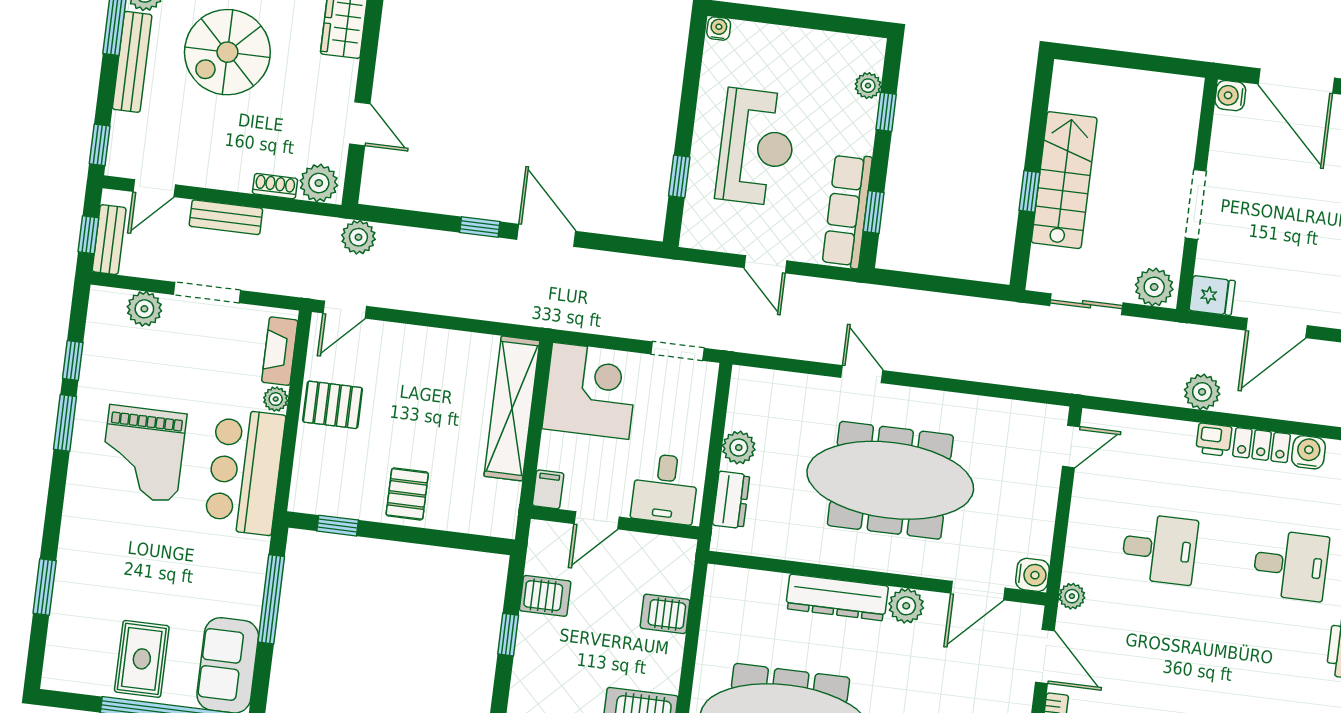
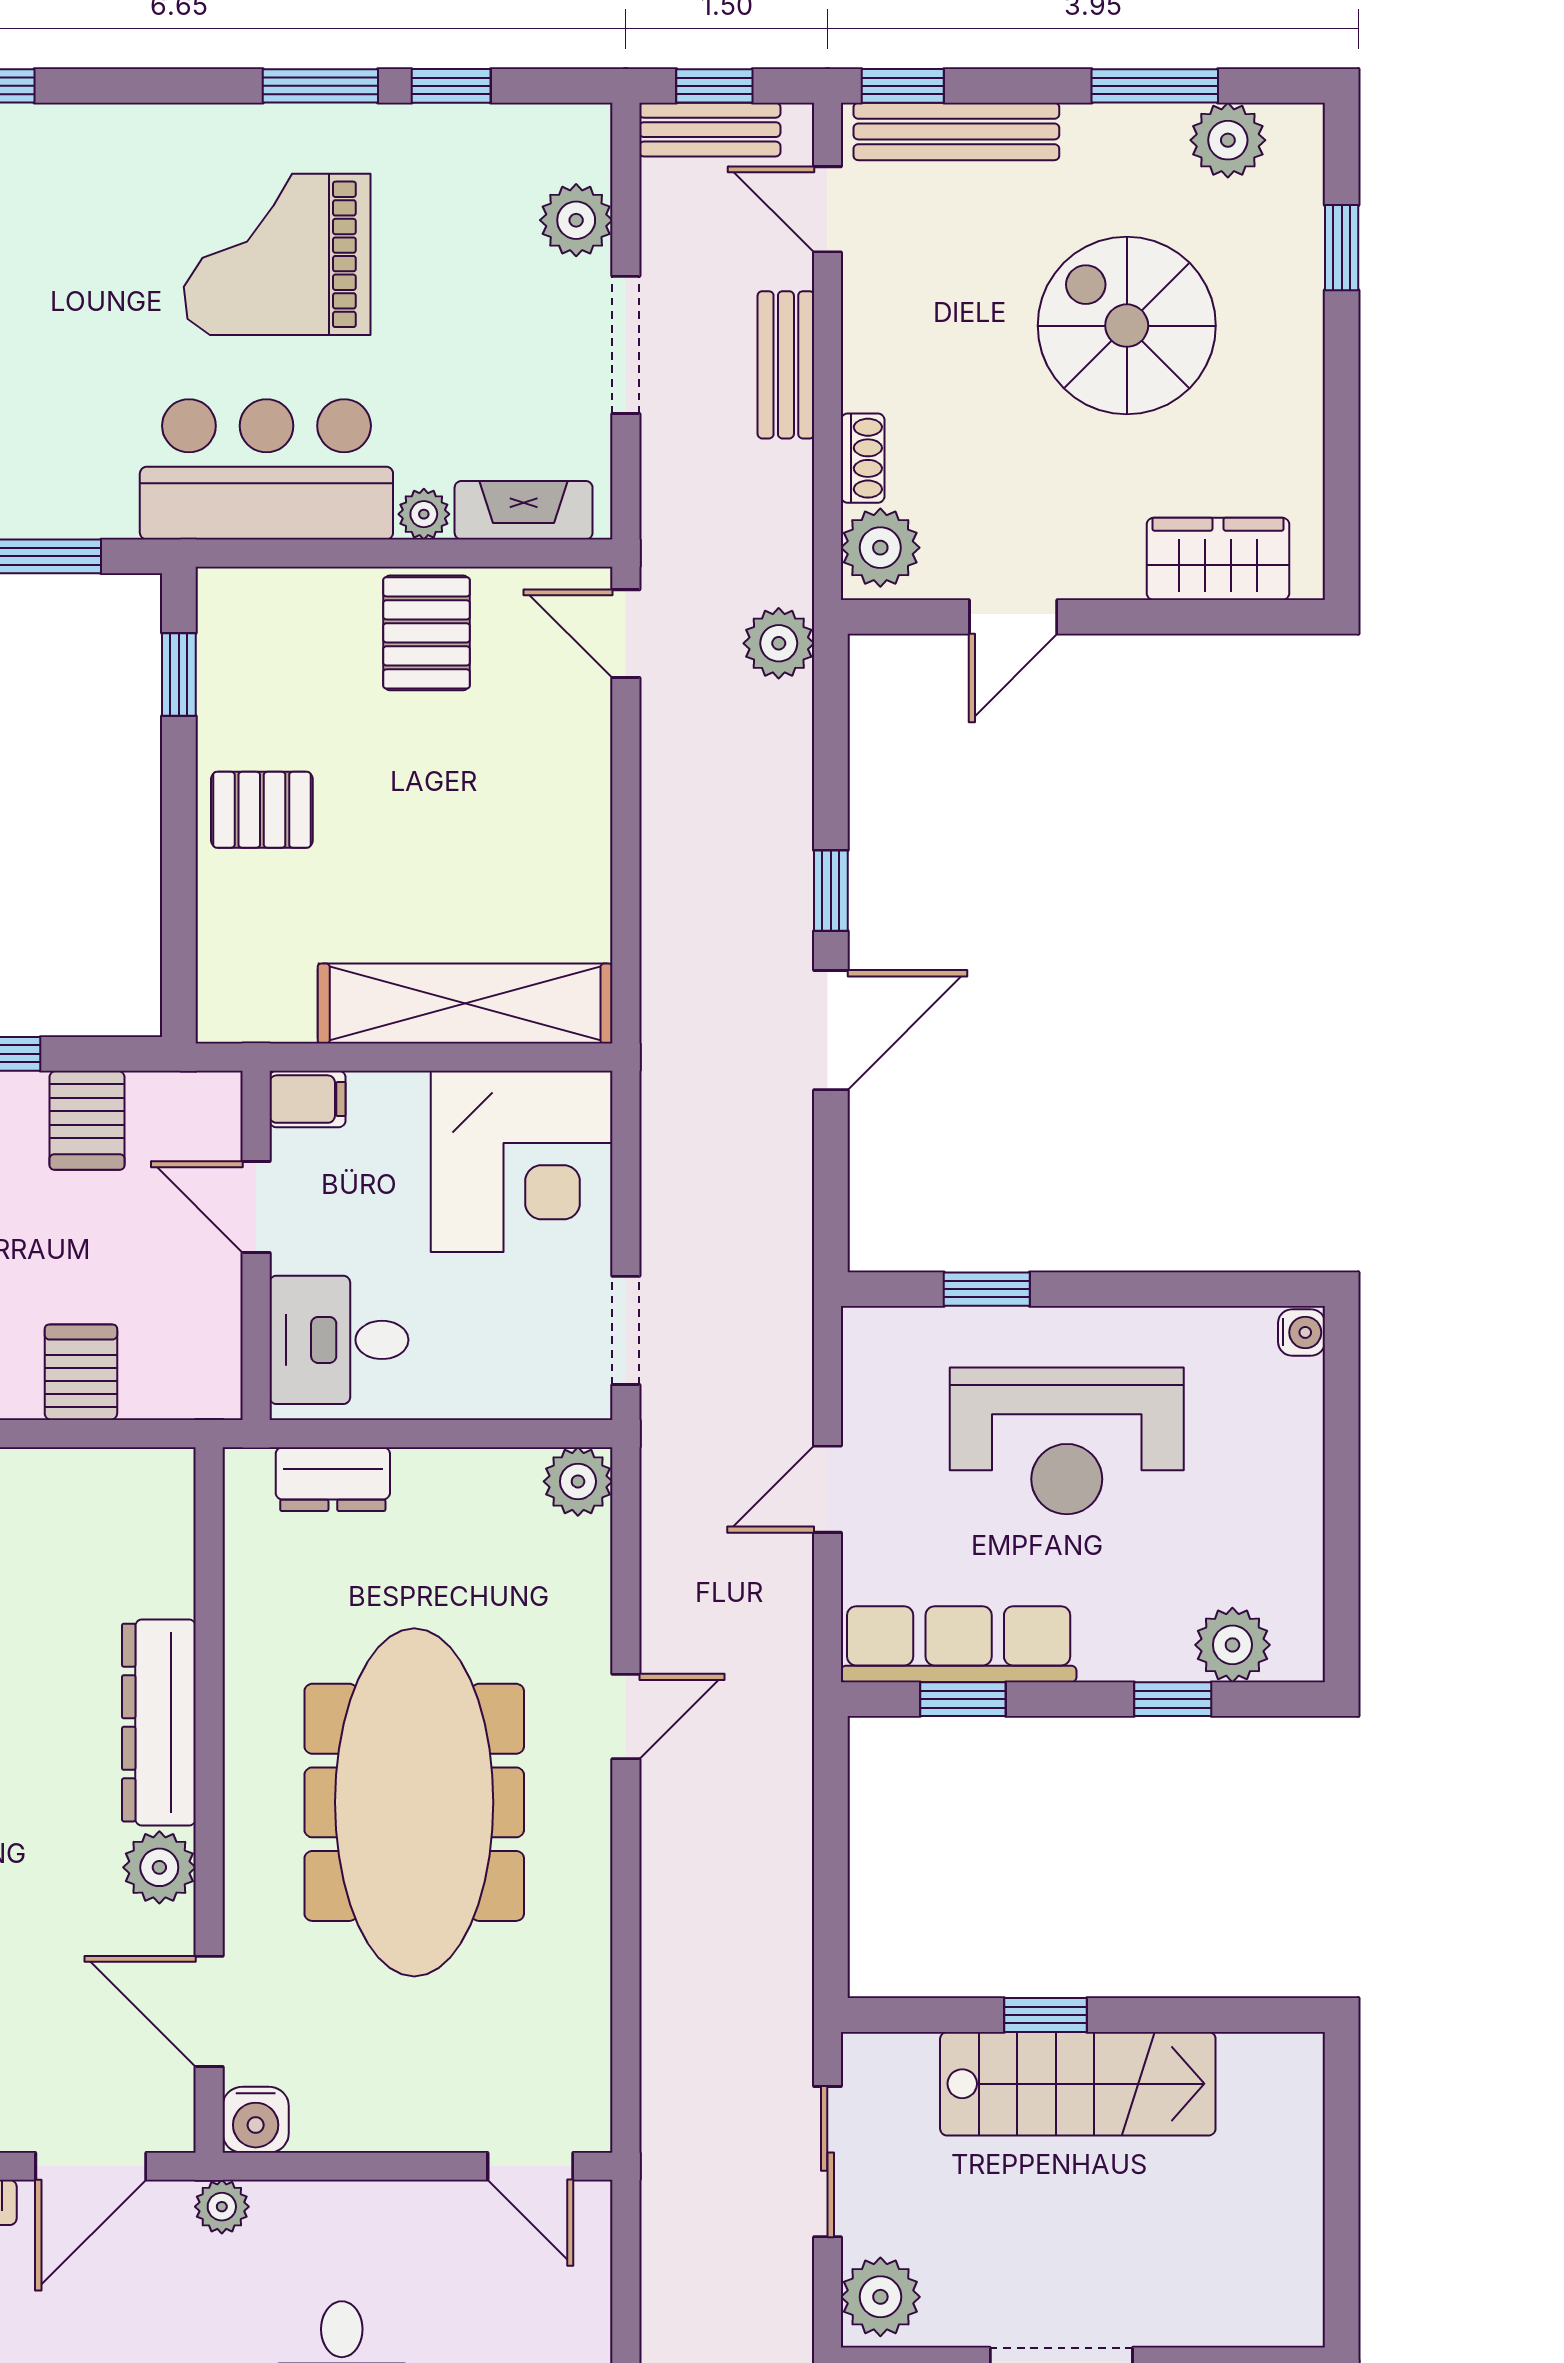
bench: (132, 62) -> (956, 131), moved
plant: (868, 86) -> (1232, 1645), width x1.38, depth x1.38
plant: (739, 448) -> (578, 1481), moved

